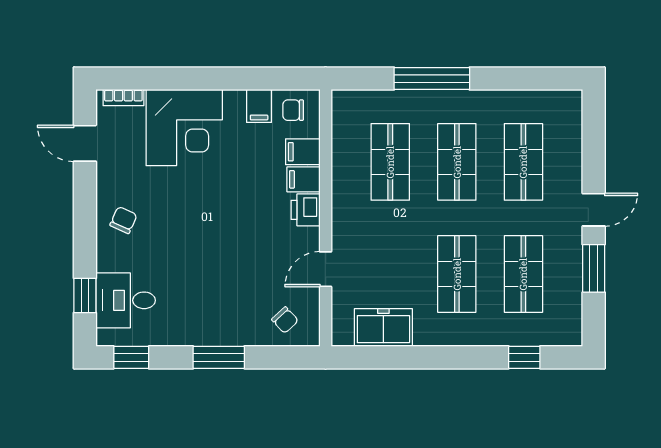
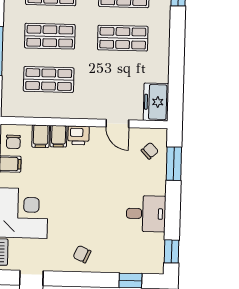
desk: (126, 300) -> (146, 214), moved, turned -90
freezer: (383, 328) -> (156, 102), moved
window: (219, 357) -> (174, 164), moved

